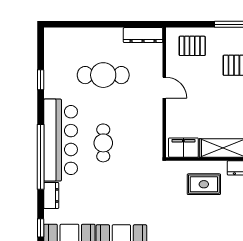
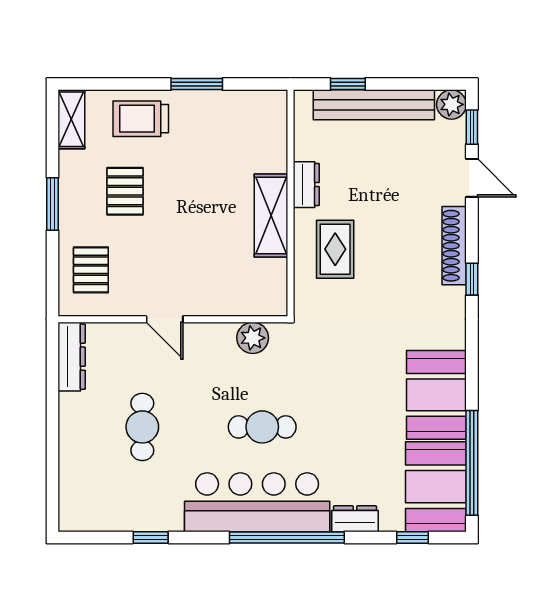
cafe table: (103, 75) -> (142, 427), width x0.73, depth x0.74
door: (164, 88) -> (165, 319), swing flipped
plant: (154, 138) -> (253, 338), added
filing cabinet: (183, 148) -> (270, 285), removed

